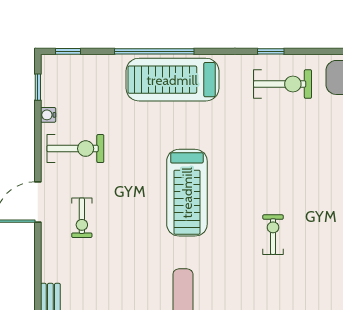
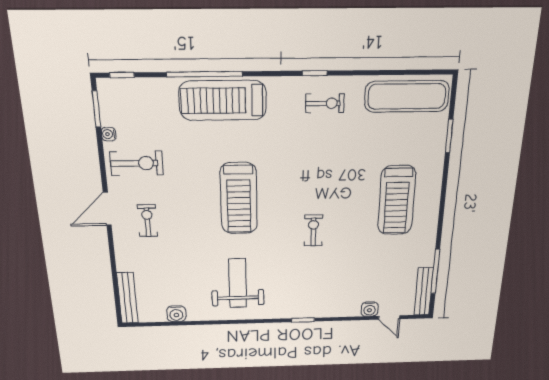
exercise bike: (283, 84) -> (325, 103), width x0.73, depth x0.72
window: (38, 87) -> (96, 109), width x1.50
exercise bike: (82, 218) -> (147, 221), turned 180

